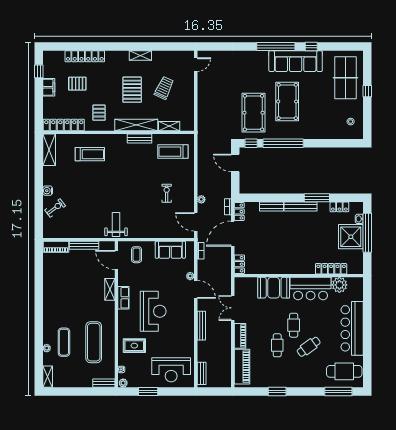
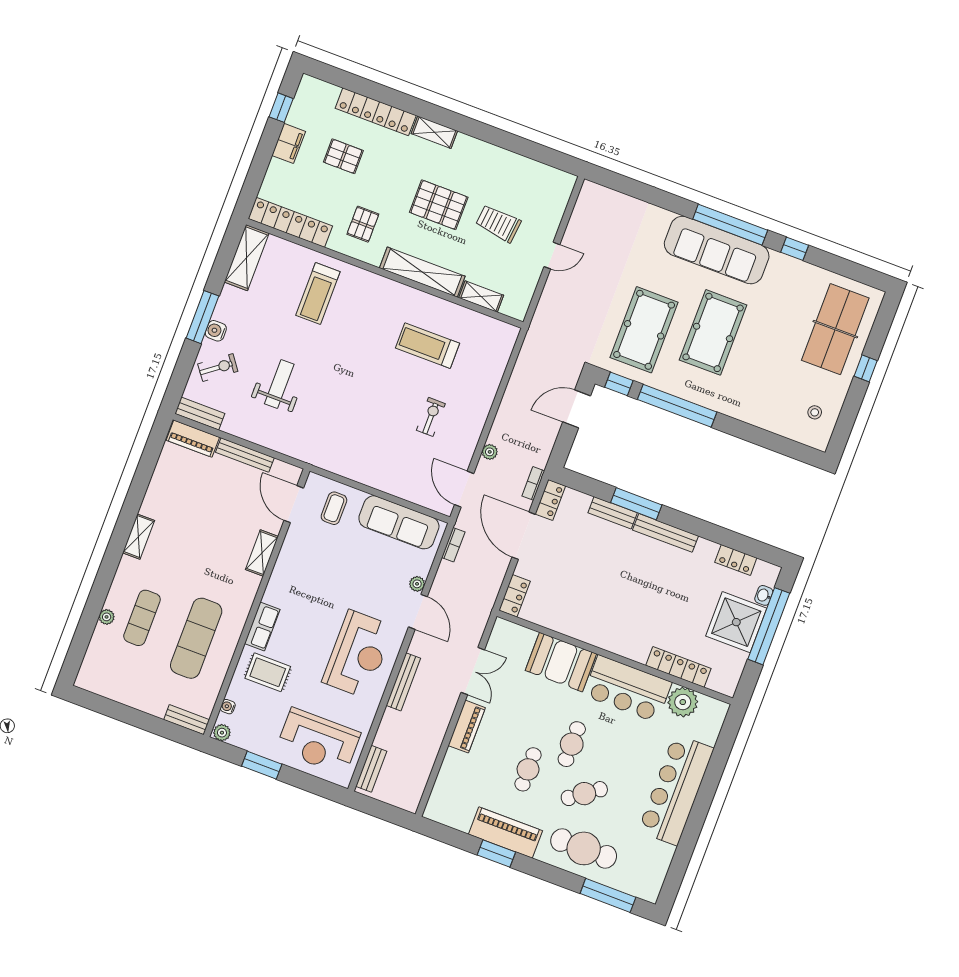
shelving: (140, 55) -> (434, 132), moved
sofa: (296, 61) -> (717, 250), moved
door: (196, 65) -> (552, 256), moved
trolley: (164, 88) -> (498, 223), turned -109
pallet: (132, 90) -> (439, 205), turned 90
bench: (139, 139) -> (200, 414), moved
treadmill: (173, 152) -> (428, 346), moved
treadmill: (90, 154) -> (318, 293), turned 90
door: (235, 163) -> (577, 409), hinge flipped
window: (39, 186) -> (203, 317), added
window: (317, 198) -> (636, 504), moved
weight bench: (116, 224) -> (279, 384), moved
door: (233, 234) -> (524, 536), hinge flipped
sofa: (170, 250) -> (399, 522), width x1.36
row of seats: (123, 298) -> (262, 627), moved
double door: (233, 308) -> (473, 671), swing flipped
reception desk: (153, 311) -> (358, 654), moved
piano: (242, 367) -> (505, 832), moved, turned -90
cafe table: (344, 371) -> (584, 848), moved
shelving: (48, 377) -> (139, 537), moved

